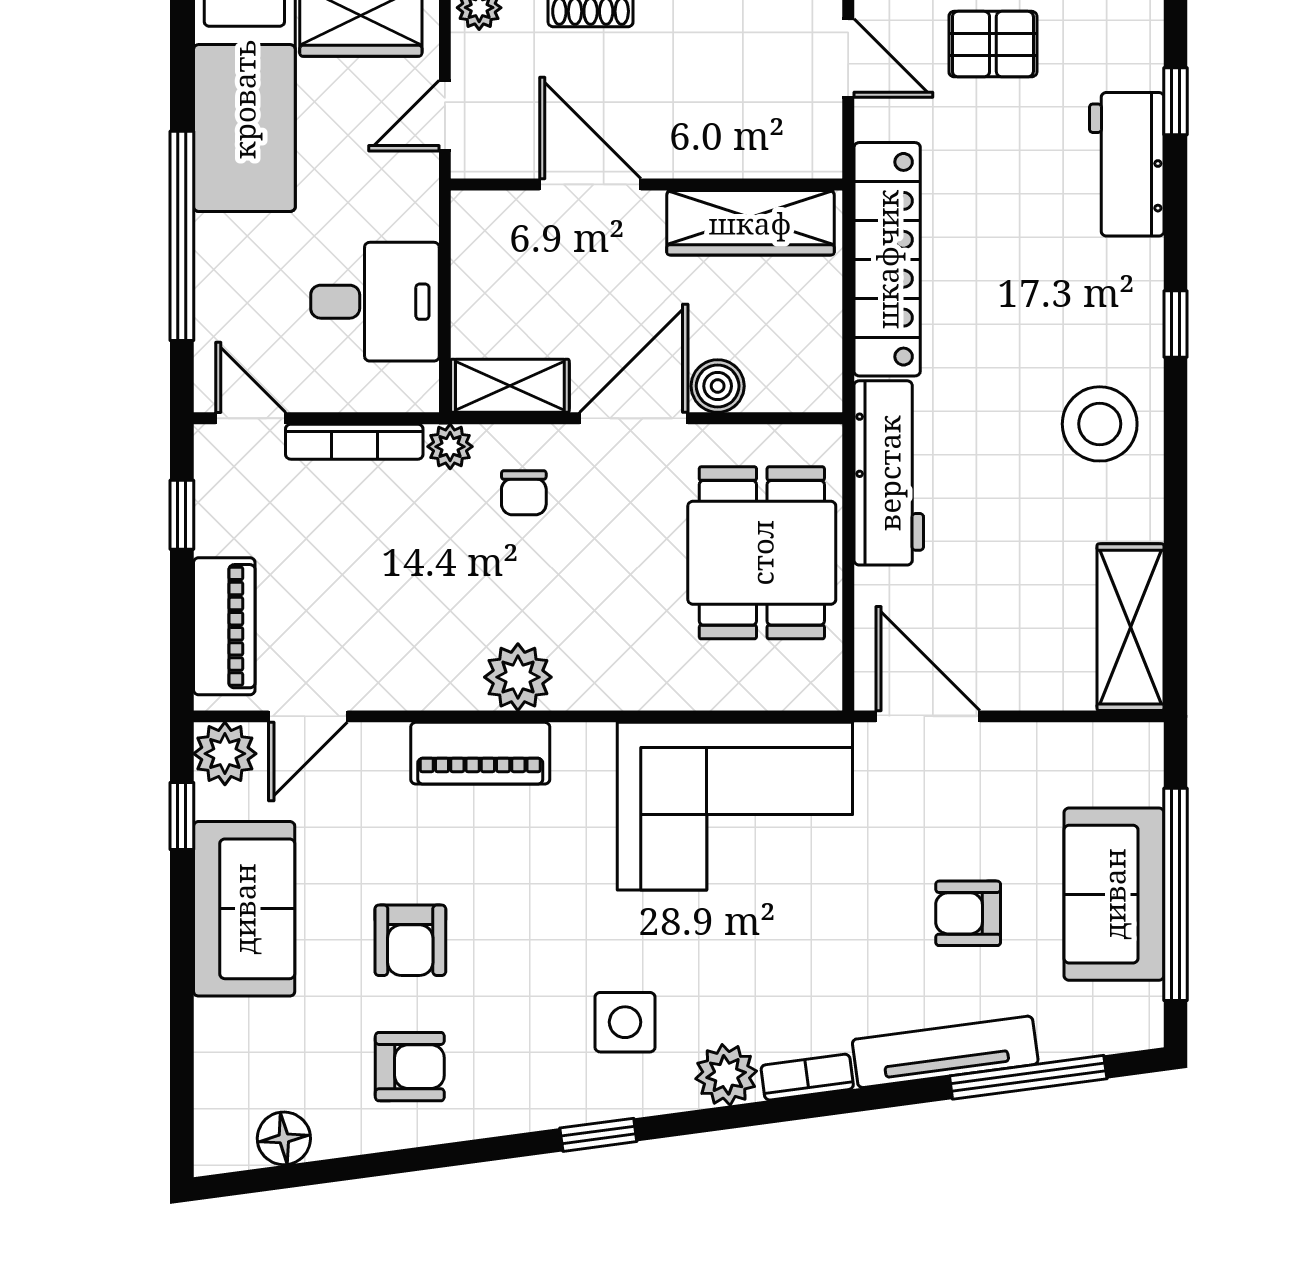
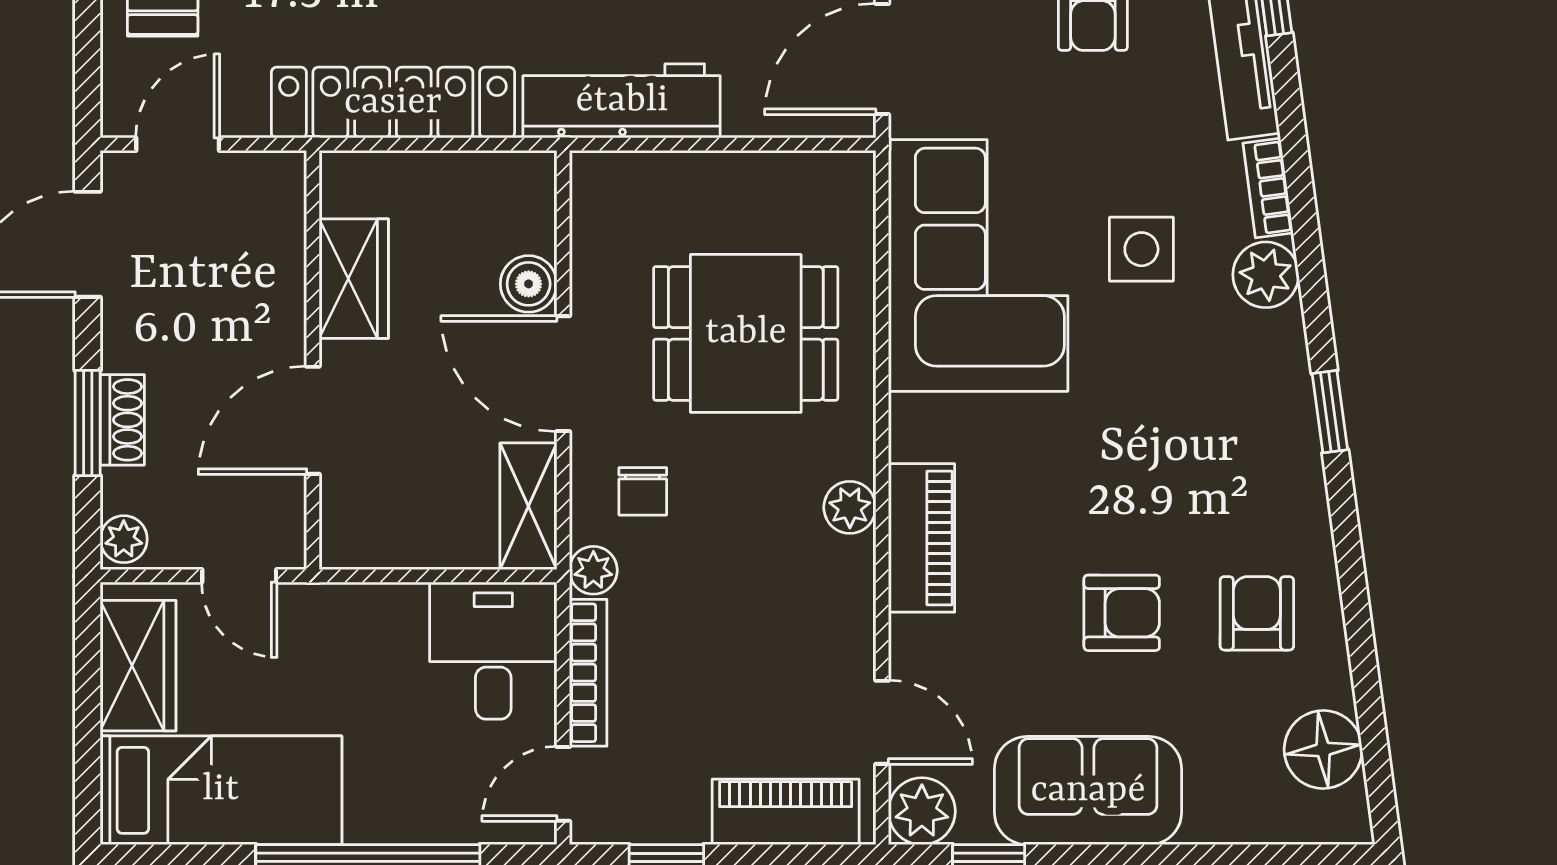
wardrobe: (750, 223) -> (354, 279), width x0.67
desk: (375, 302) -> (493, 651), moved
chair: (524, 493) -> (643, 491), turned 90
dining table: (762, 553) -> (746, 333), moved
plant: (518, 677) -> (850, 507), width x0.73, depth x0.73
side table: (625, 1022) -> (1141, 249), moved
floor lamp: (284, 1138) -> (1323, 750), width x1.38, depth x1.38

